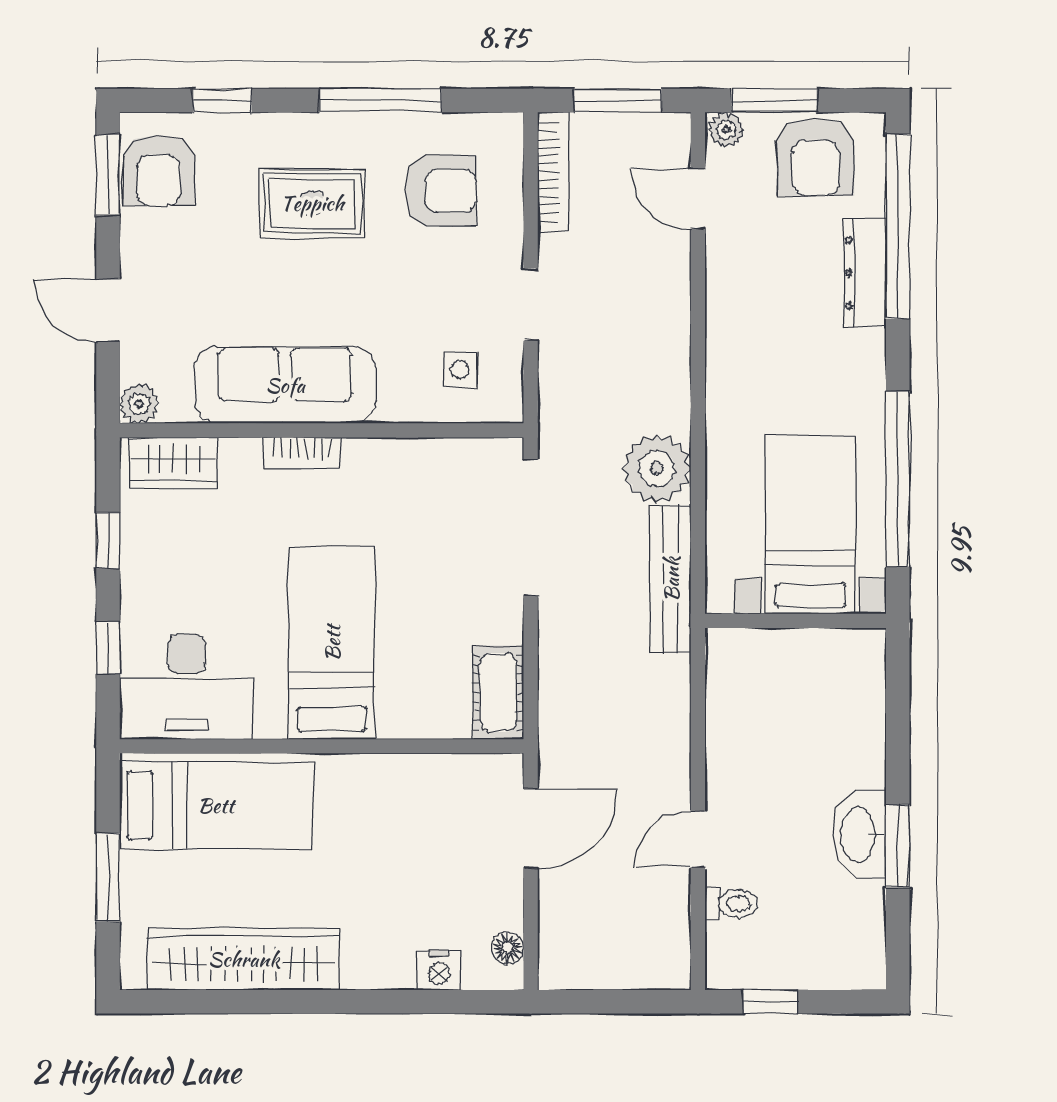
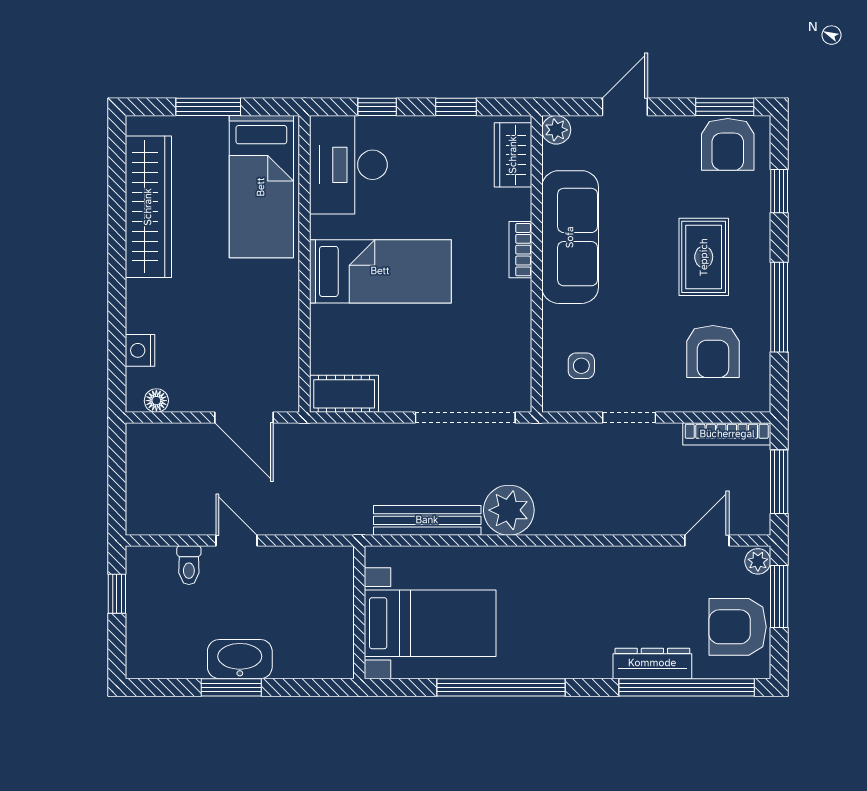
armchair: (159, 170) -> (728, 144), turned -90
bed with nightstands: (810, 524) -> (430, 623), moved
wall: (796, 621) -> (359, 612), moved

